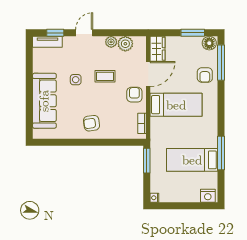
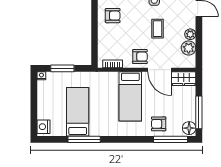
window: (193, 33) -> (199, 112), width x1.44
armchair: (91, 123) -> (113, 16), turned 98
window: (147, 161) -> (62, 68), moved

